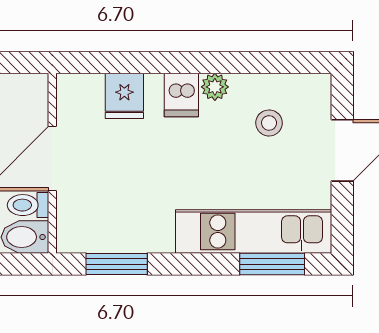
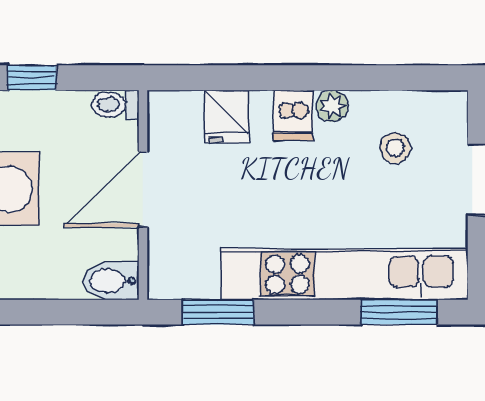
toilet: (28, 205) -> (115, 105), moved
kitchen unit: (254, 232) -> (344, 274), width x1.36

